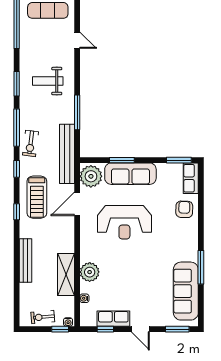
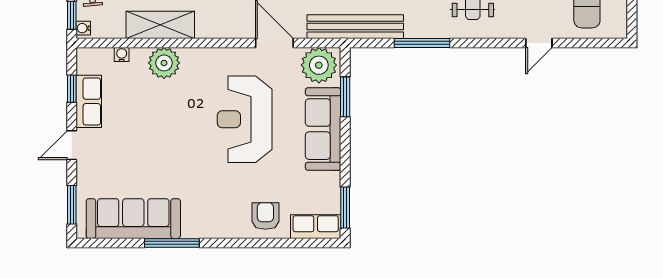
window: (122, 160) -> (345, 97), moved
armchair: (184, 209) -> (265, 216), turned -92

